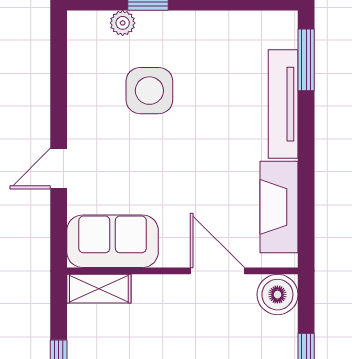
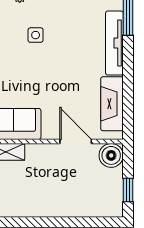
side table: (149, 91) -> (36, 35), width x0.54, depth x0.54

